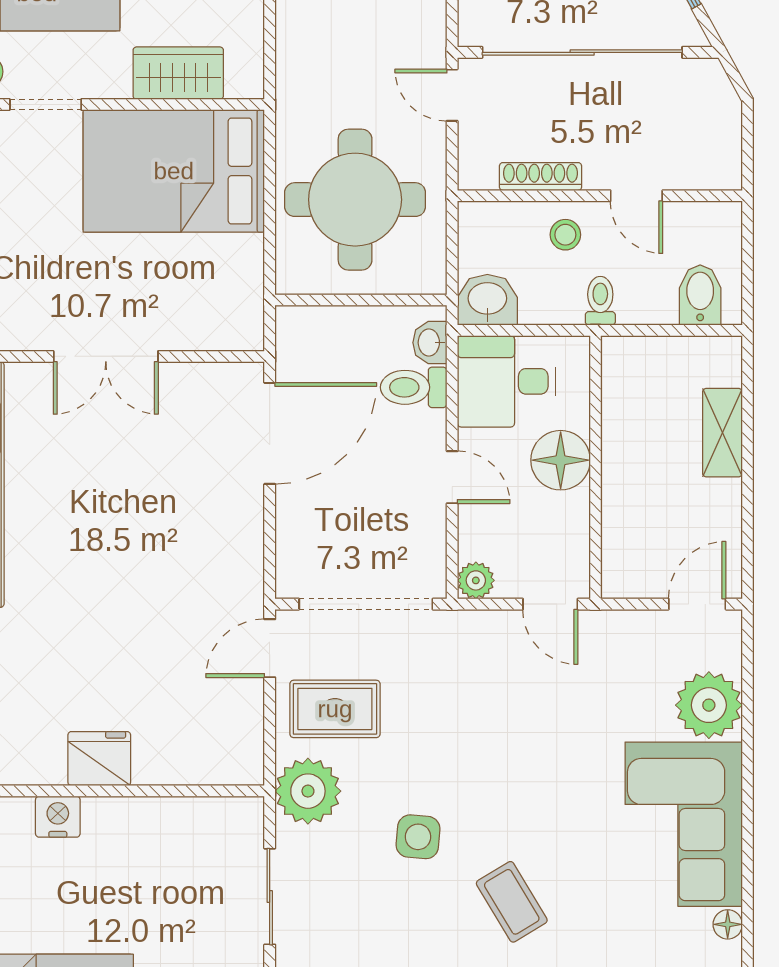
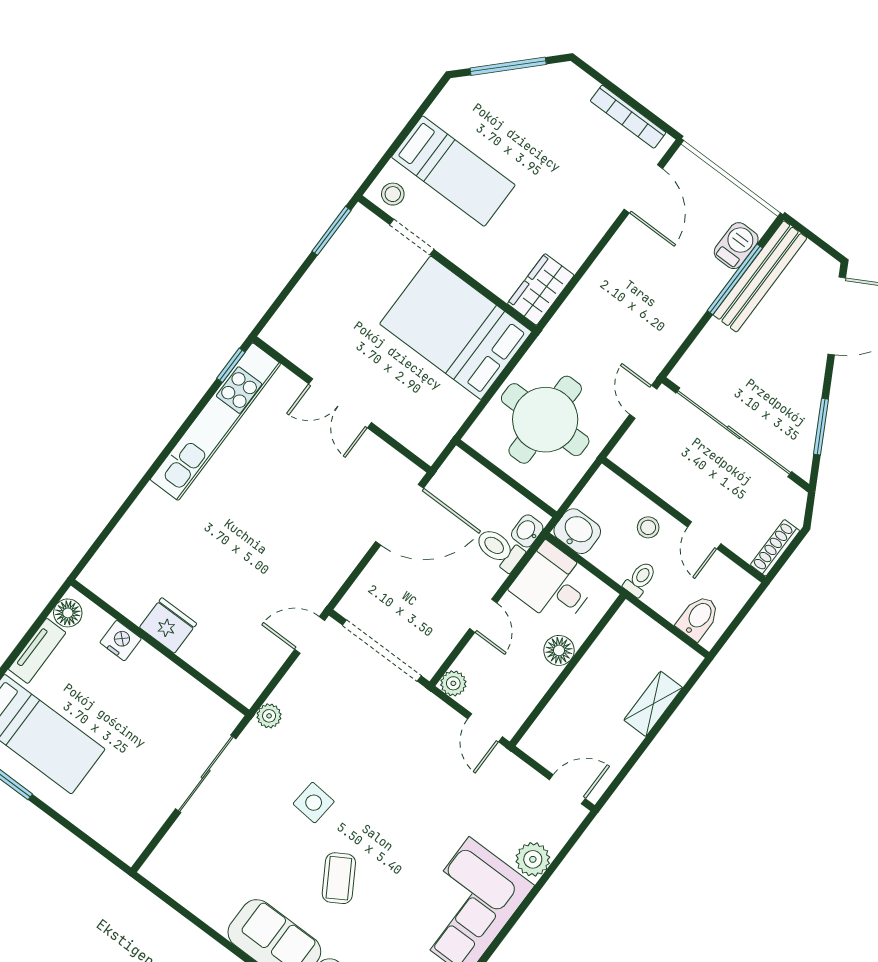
wardrobe: (178, 73) -> (541, 289), moved, turned -90
shoe rack: (541, 177) -> (775, 548), moved, turned -90
floor lamp: (561, 460) -> (559, 650), width x0.73, depth x0.73
plant: (709, 705) -> (533, 859), width x0.73, depth x0.73
rug: (335, 709) -> (321, 696), removed
plant: (308, 791) -> (269, 716), width x0.53, depth x0.53
sliding door: (270, 897) -> (206, 774), width x1.37

